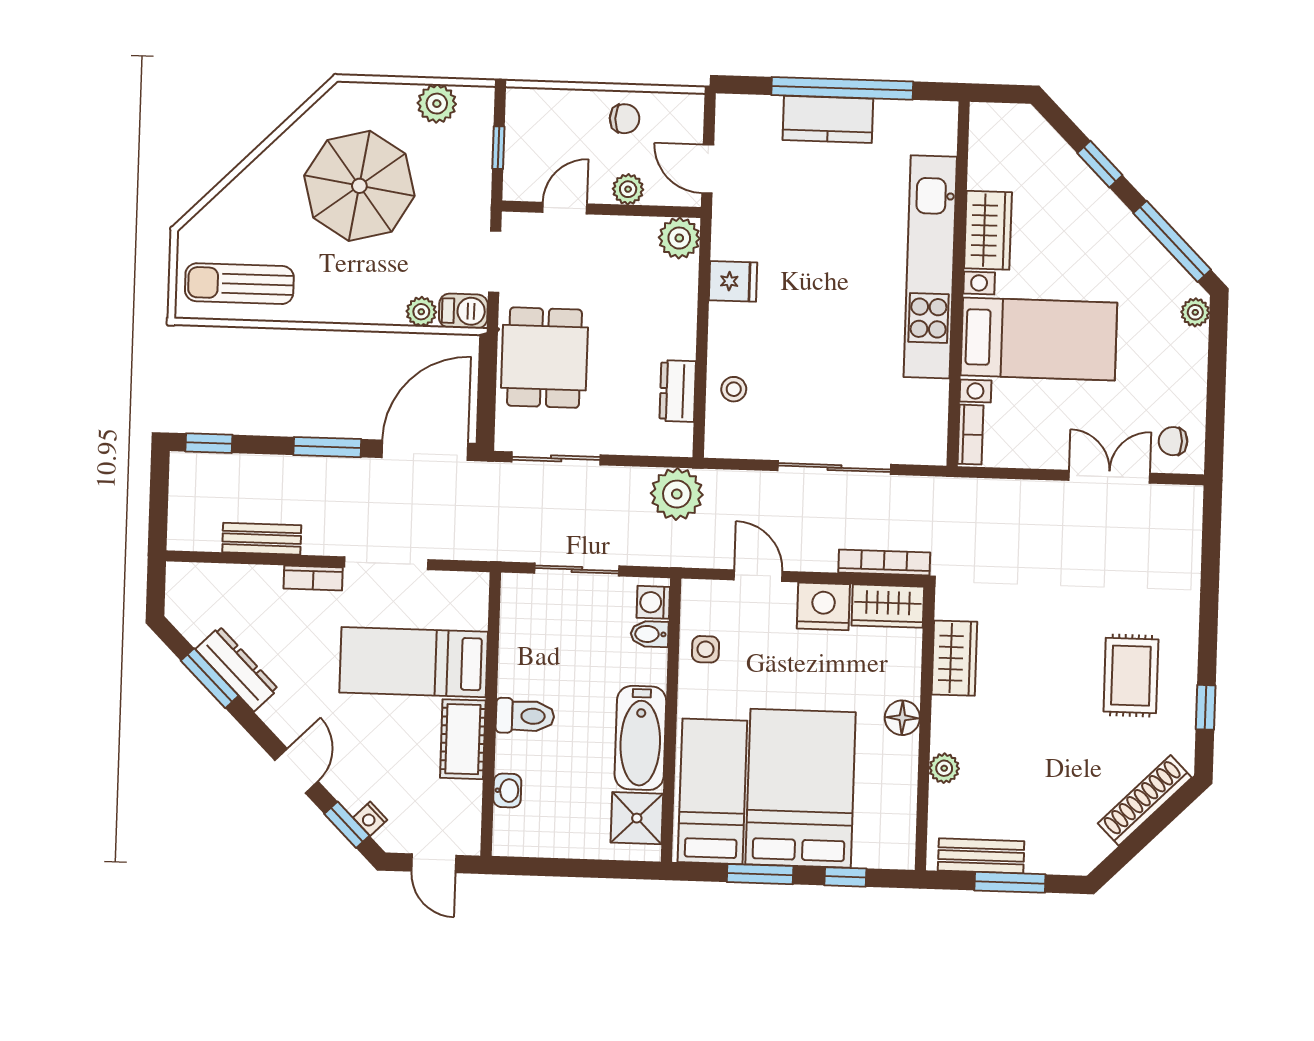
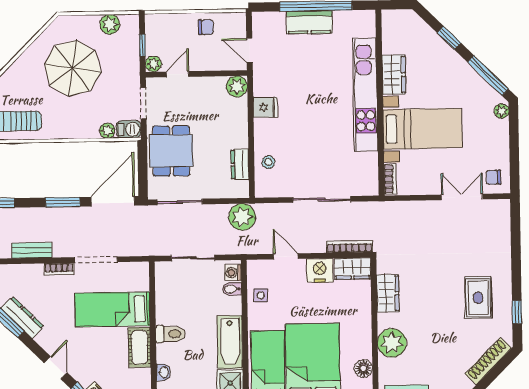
plant: (628, 189) -> (153, 64), moved
floor lamp: (902, 718) -> (364, 368), moved
plant: (944, 768) -> (392, 343), width x1.87, depth x1.87

